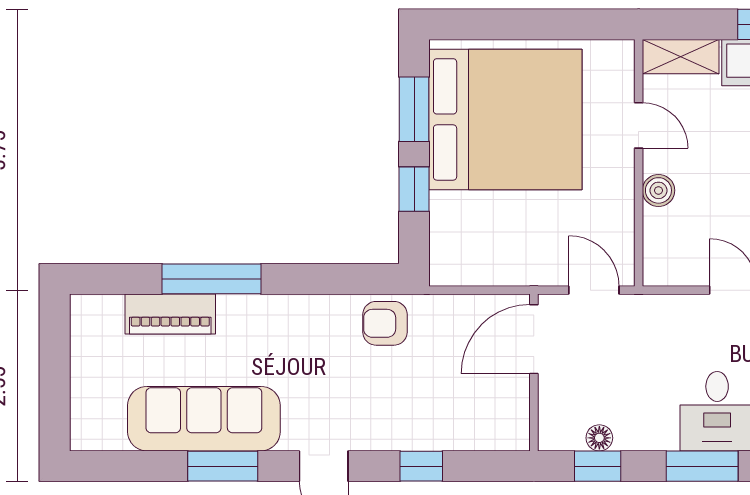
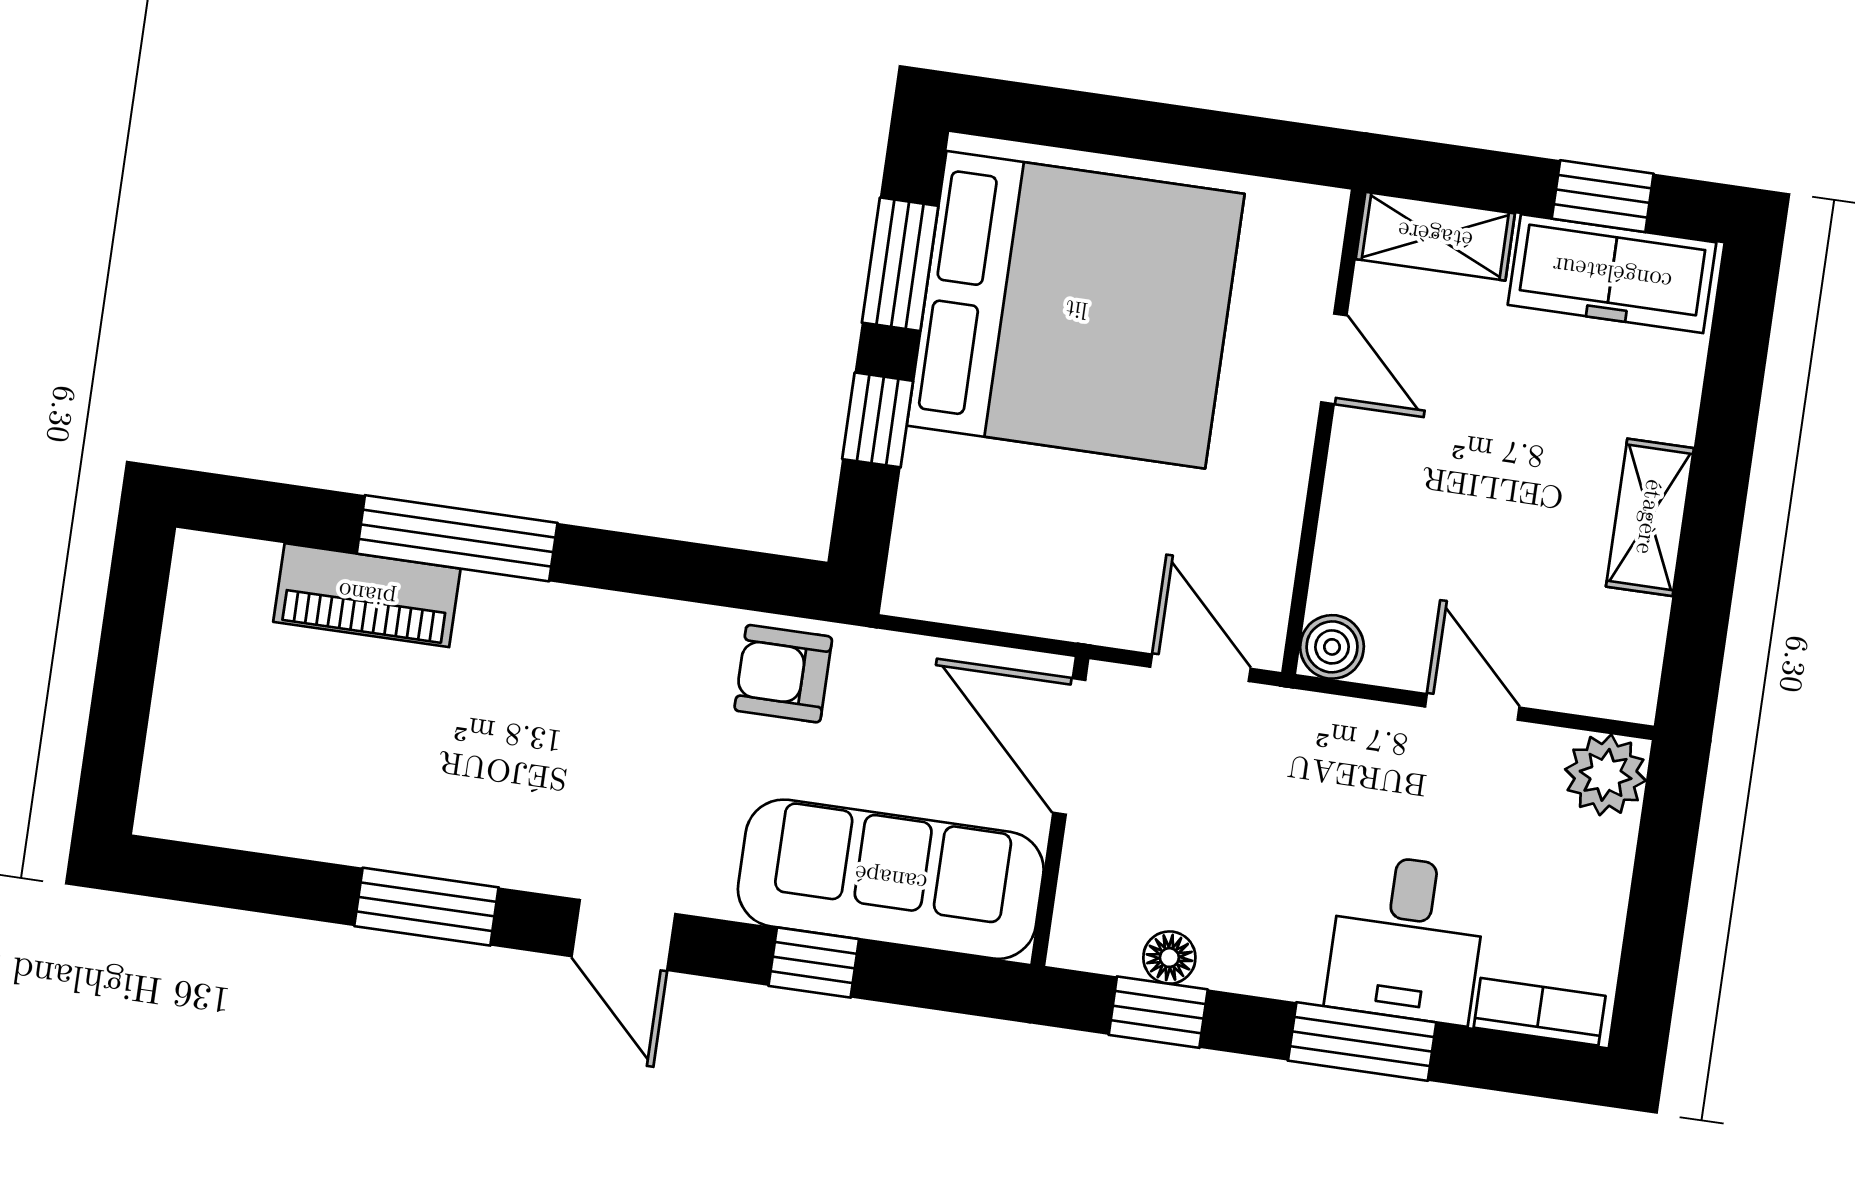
boiler: (658, 190) -> (1332, 647), moved
door: (534, 339) -> (1069, 746), hinge flipped
sofa: (204, 419) -> (891, 879), moved

